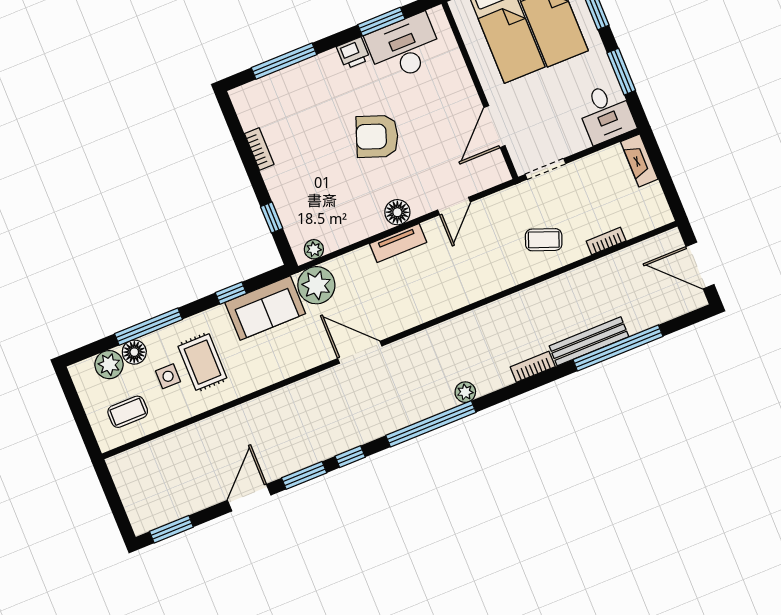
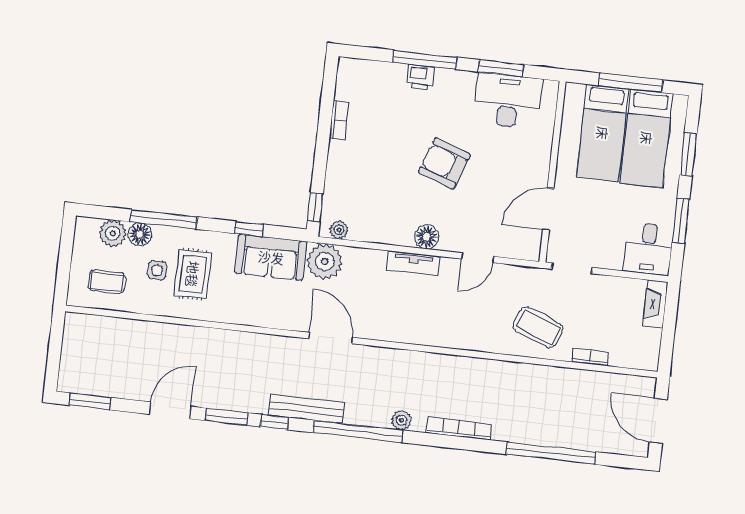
printer: (353, 53) -> (420, 77), moved
window: (284, 61) -> (425, 60), moved
window: (272, 217) -> (315, 207), moved
coffee table: (544, 240) -> (538, 327), width x1.36, depth x1.30
bench: (589, 341) -> (307, 409), moved
bookcase: (533, 367) -> (459, 429), width x1.56

